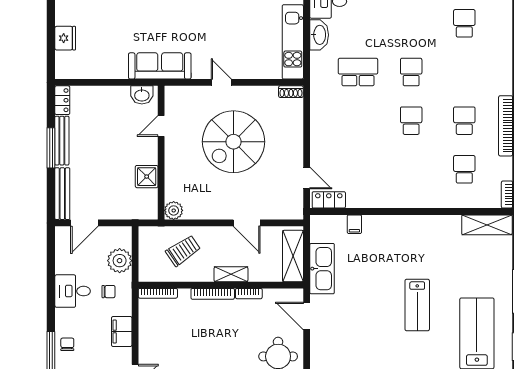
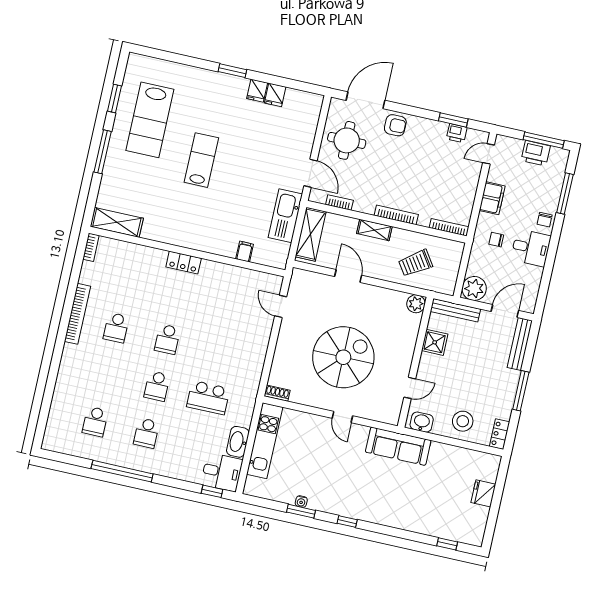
stool: (102, 105) -> (463, 421), added
bench: (62, 141) -> (455, 310), moved, turned 90
school desk: (464, 169) -> (146, 433), moved
locker: (329, 200) -> (184, 263), moved
plant: (120, 261) -> (474, 288), moved
bookcase: (249, 294) -> (339, 202), moved
chair: (67, 344) -> (545, 220), moved

